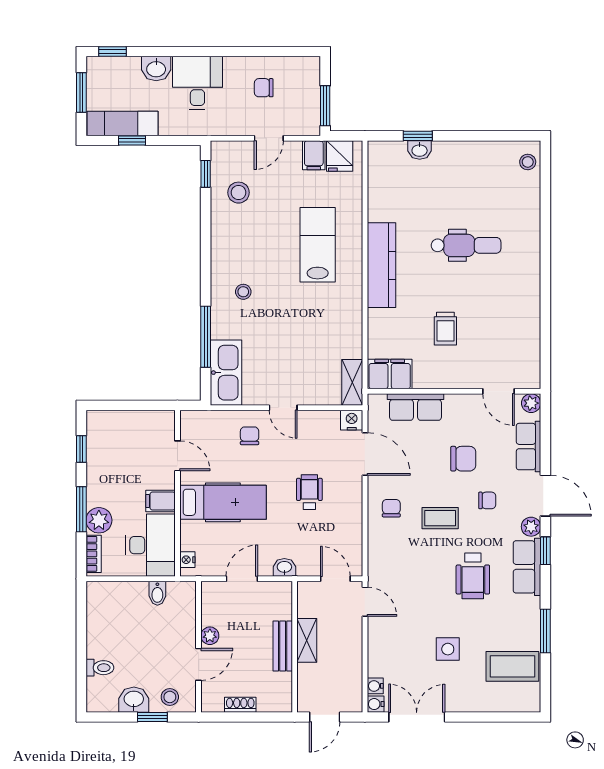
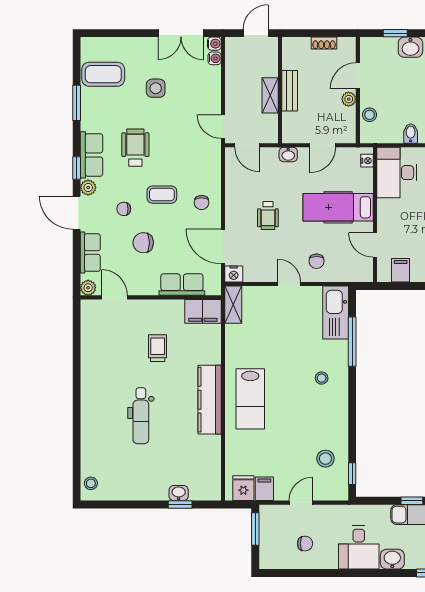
lab bench: (318, 245) -> (250, 399), moved
dental chair: (466, 245) -> (141, 416), turned -90
filing cabinet: (161, 501) -> (401, 270), moved, turned -90
bidet: (157, 593) -> (411, 134), moved
stool: (170, 697) -> (370, 115), moved

